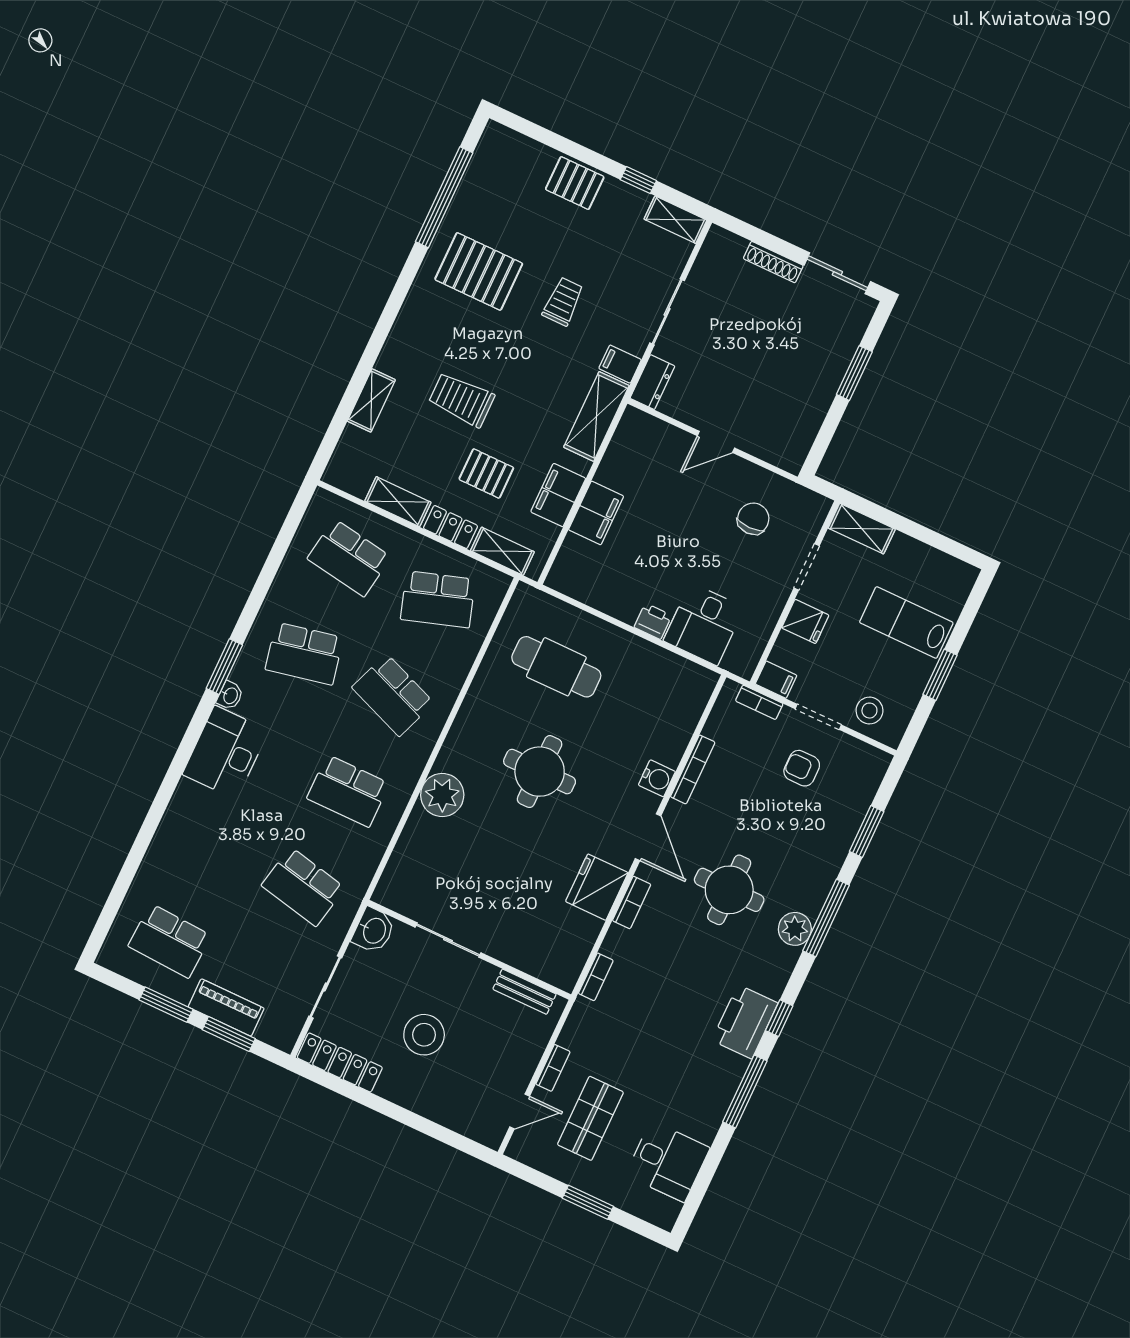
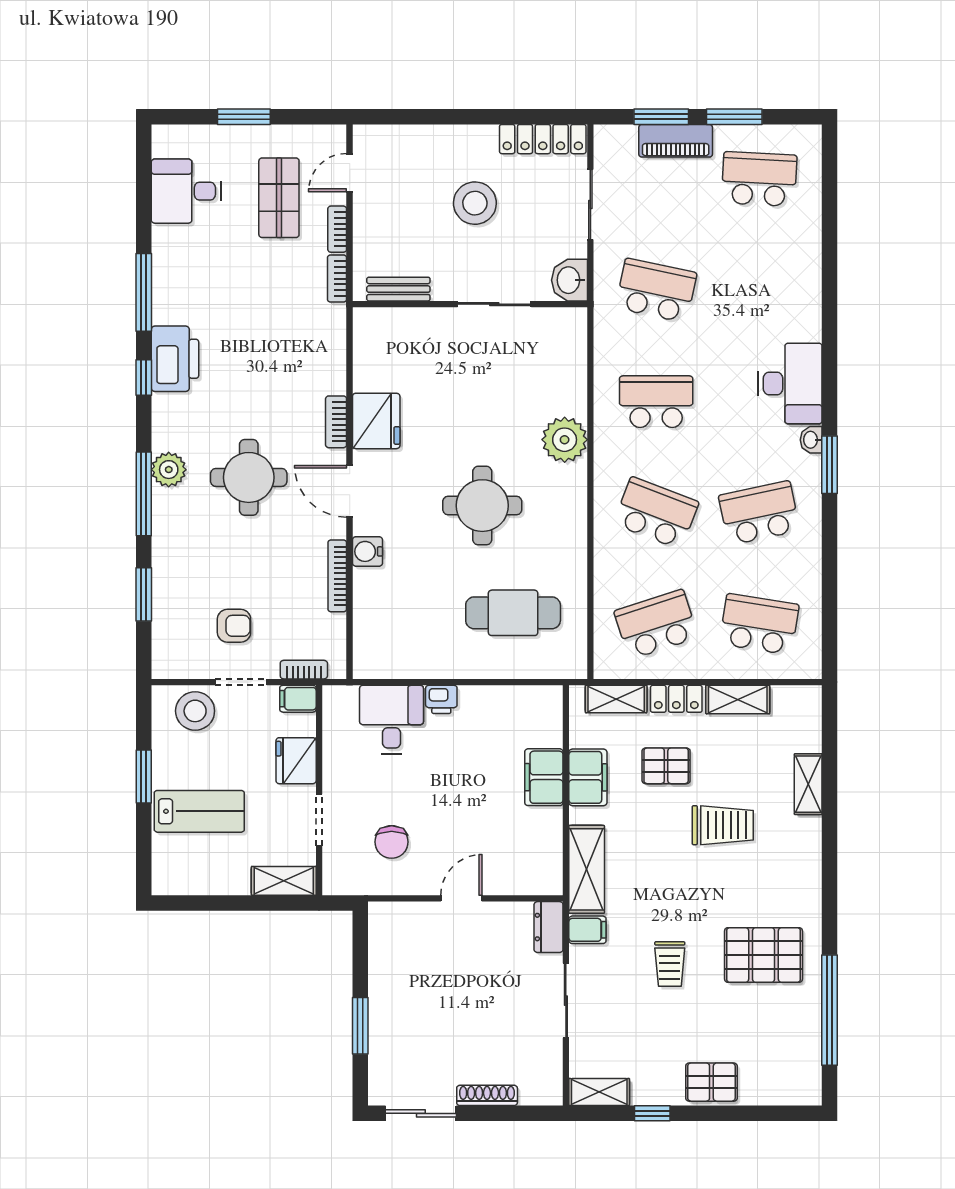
fridge: (805, 621) -> (296, 761), width x1.38
stool: (869, 711) -> (195, 711), width x1.38, depth x1.38
bookcase: (596, 977) -> (337, 279), moved

